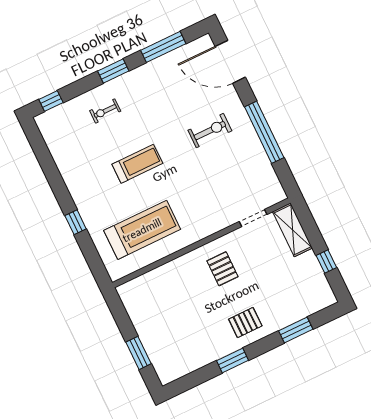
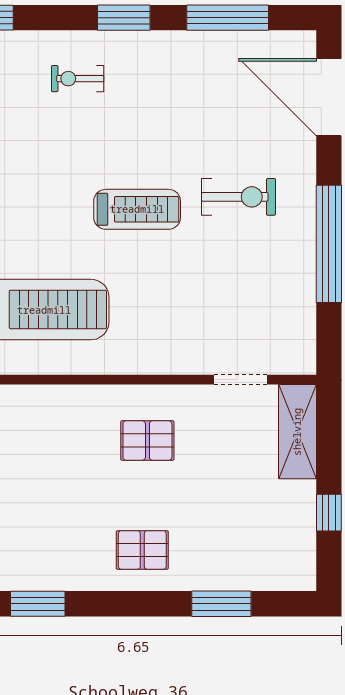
treadmill: (137, 164) -> (137, 209), moved
pallet: (222, 269) -> (147, 441), turned 90
window: (233, 360) -> (38, 604), moved

